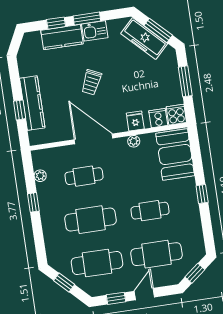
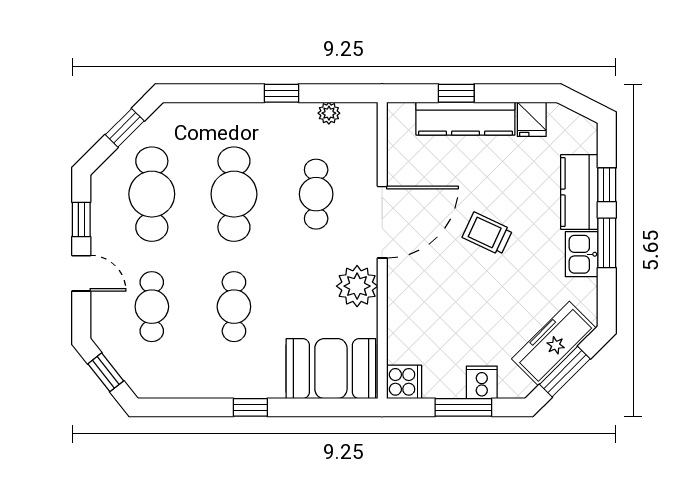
cooker: (158, 118) -> (482, 382), moved, turned -90
fridge: (135, 121) -> (532, 119), moved, turned 90
plant: (134, 141) -> (357, 286), width x1.88, depth x1.88
cafe table: (156, 254) -> (152, 307), width x0.73, depth x0.74

